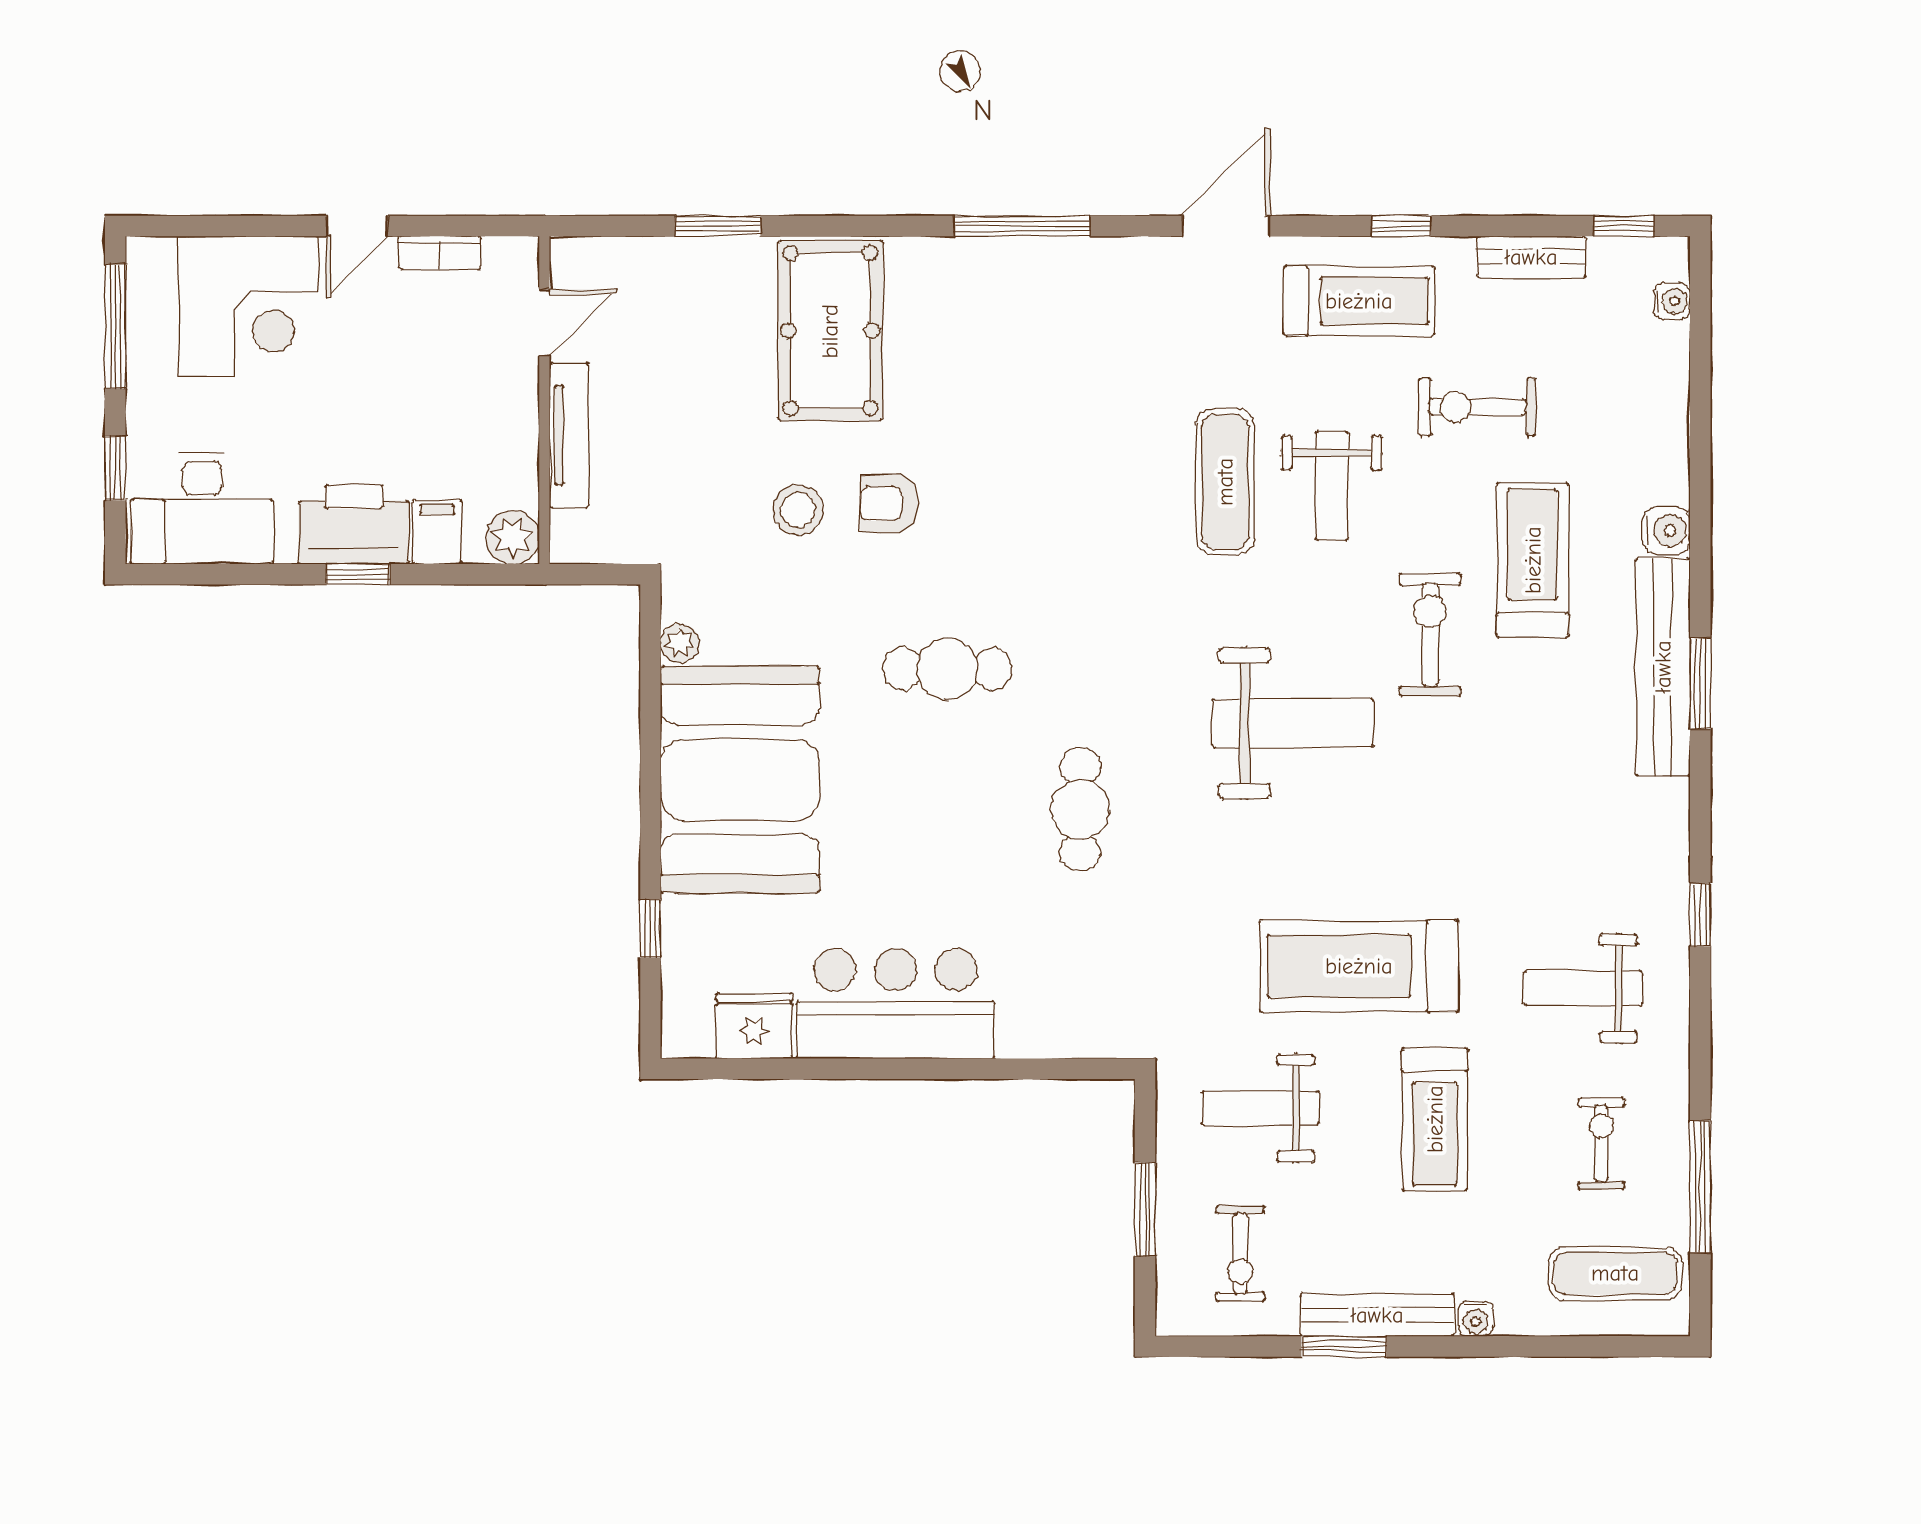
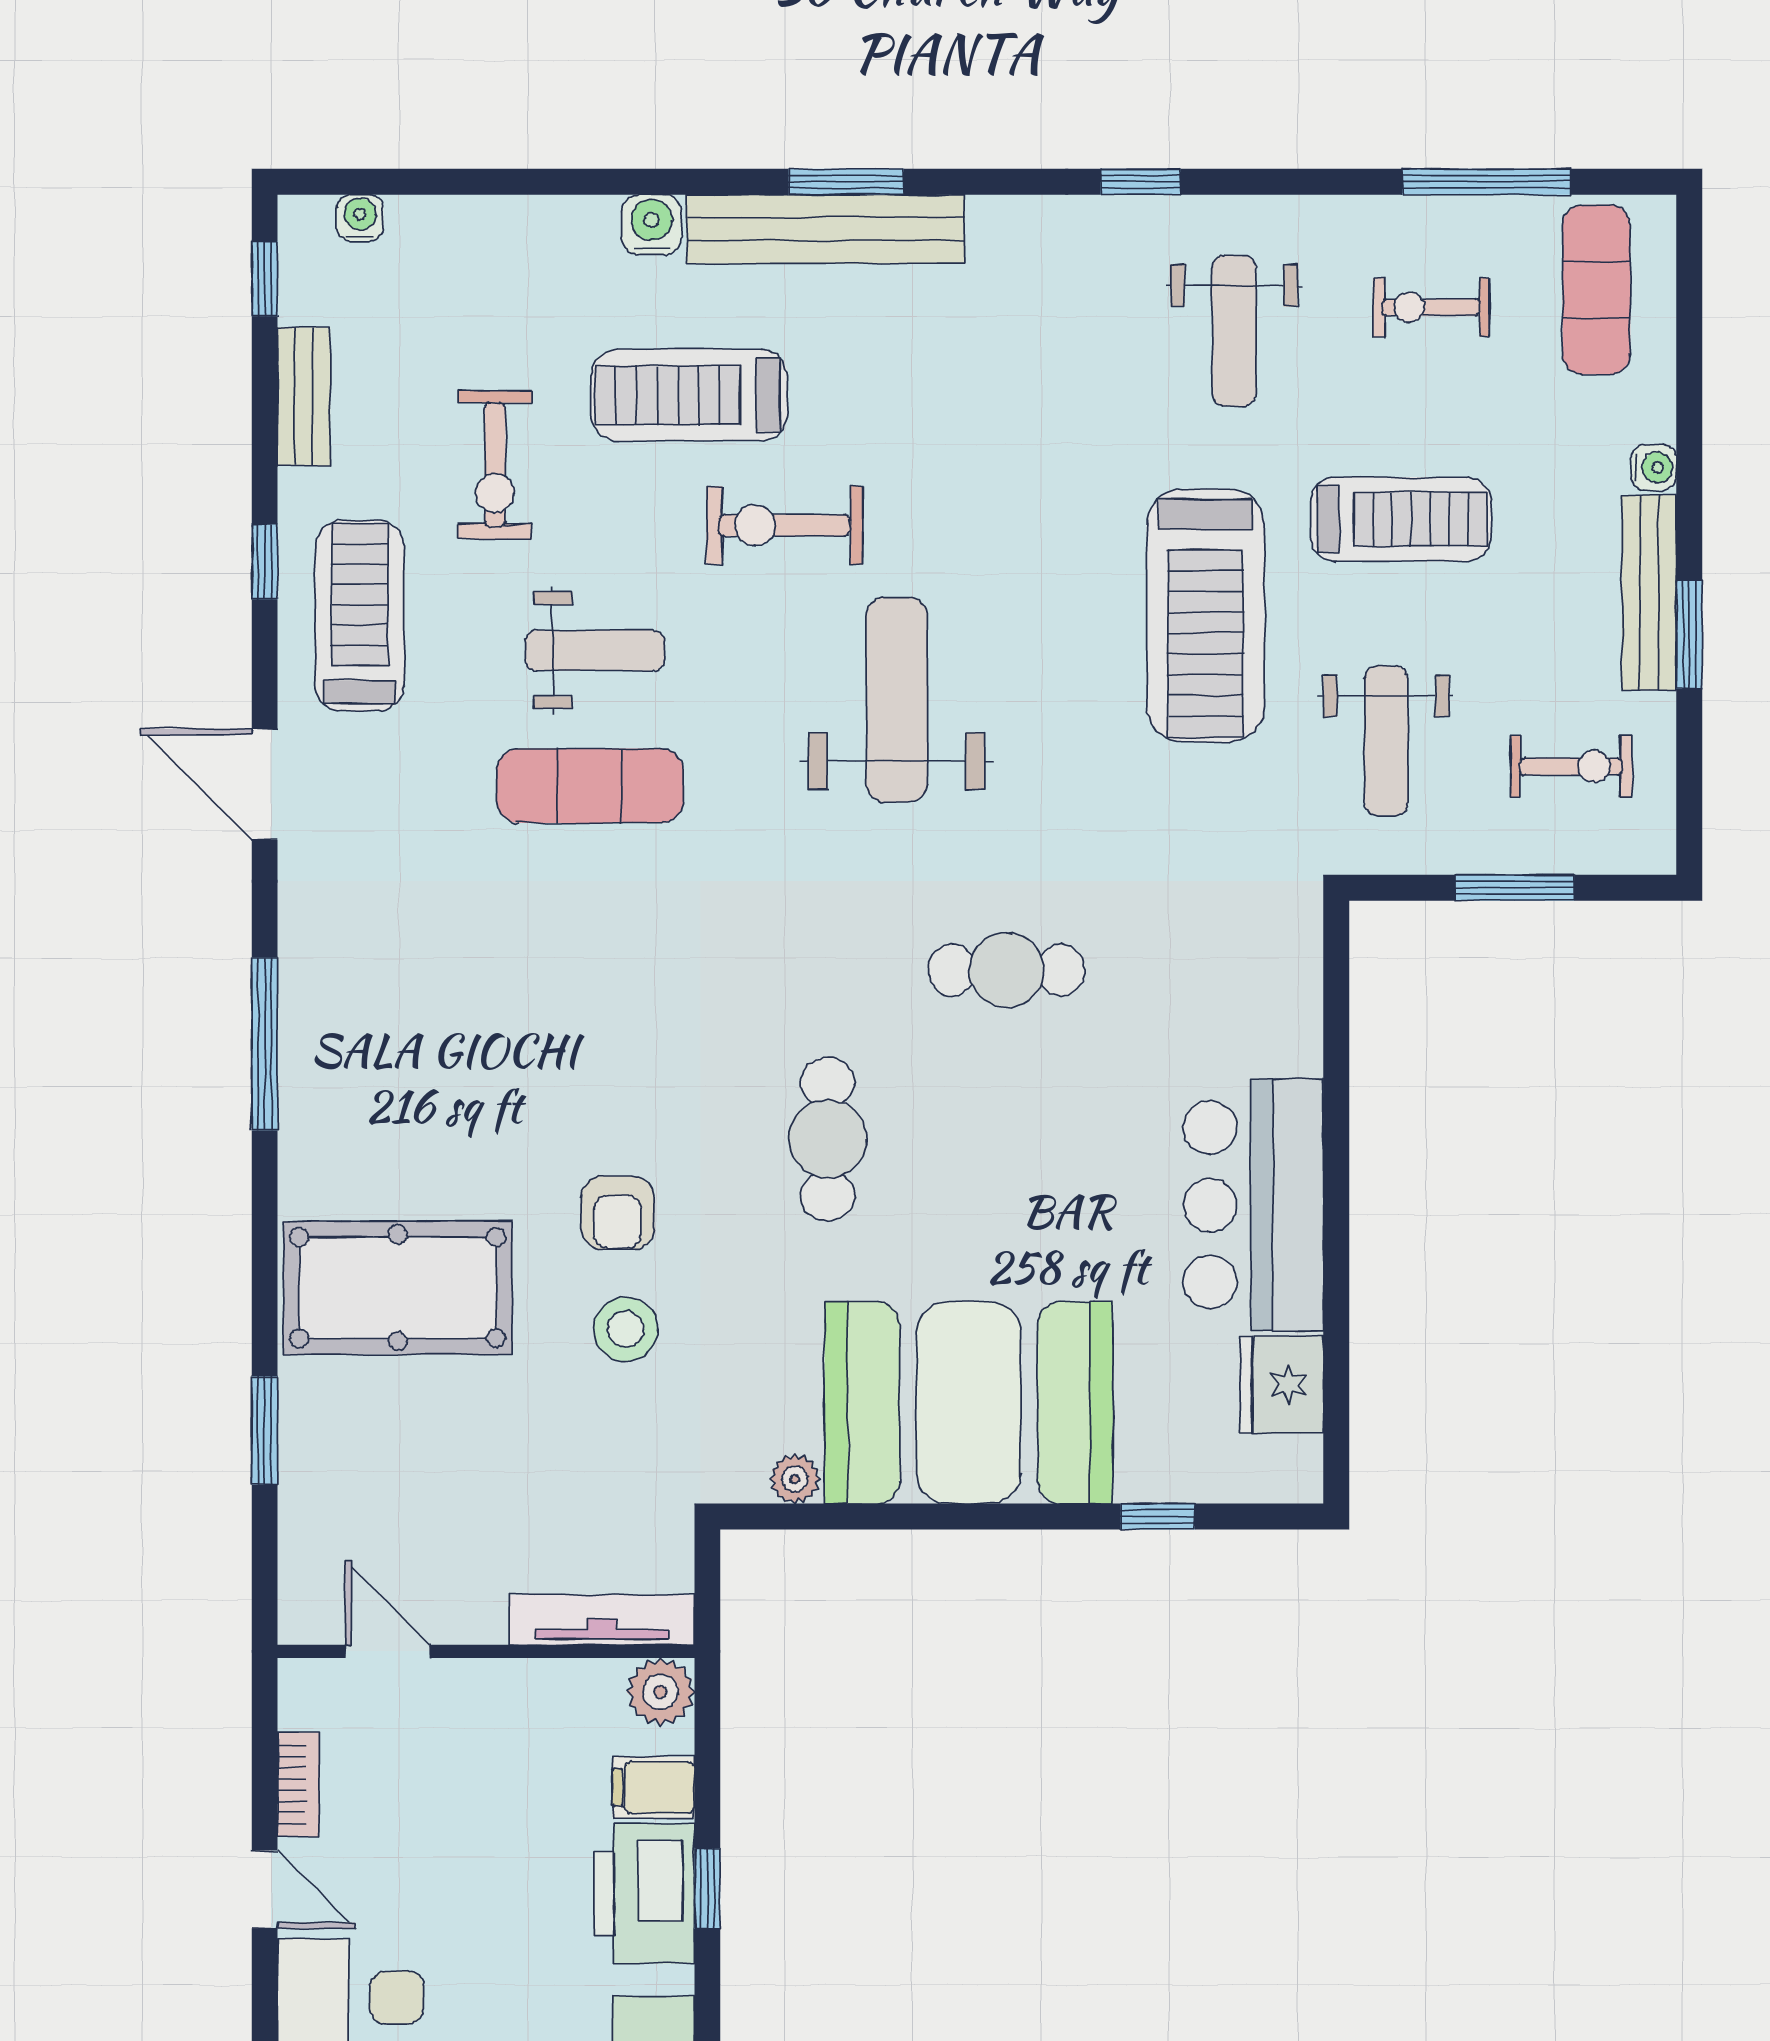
tv unit: (569, 435) -> (602, 1620), moved

